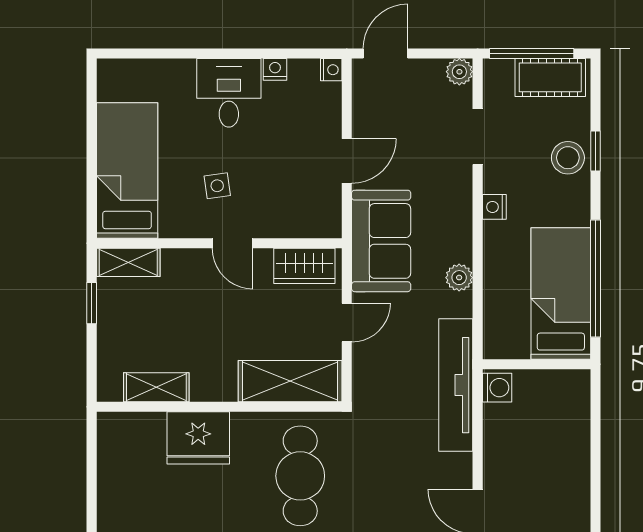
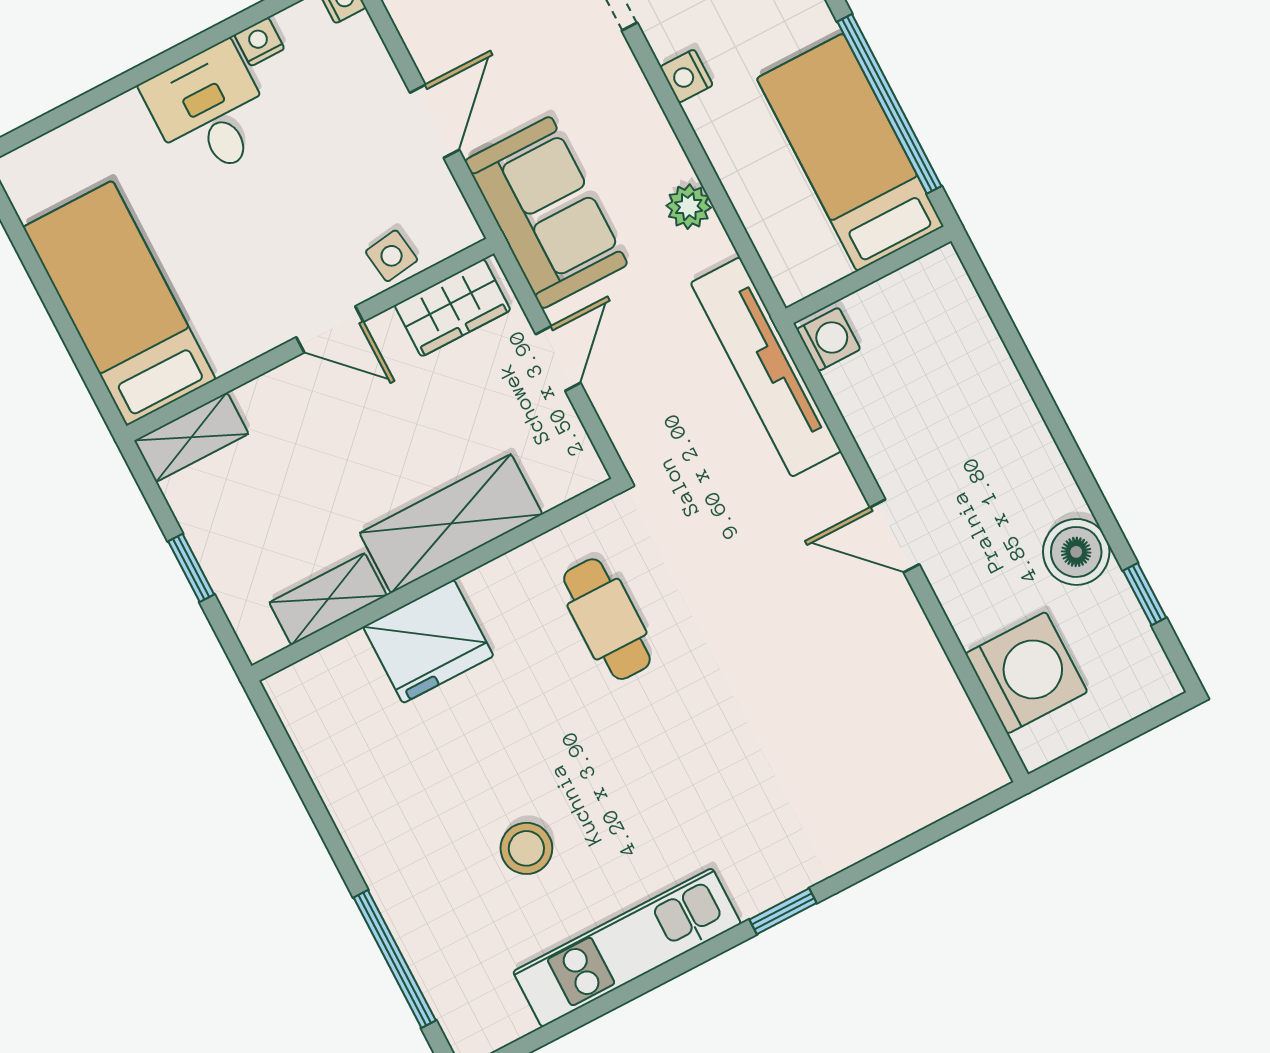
side table: (217, 186) -> (392, 256), moved
window: (92, 303) -> (191, 568), moved
shelving: (290, 381) -> (451, 524), moved
cafe table: (300, 476) -> (607, 619), width x0.73, depth x0.74

